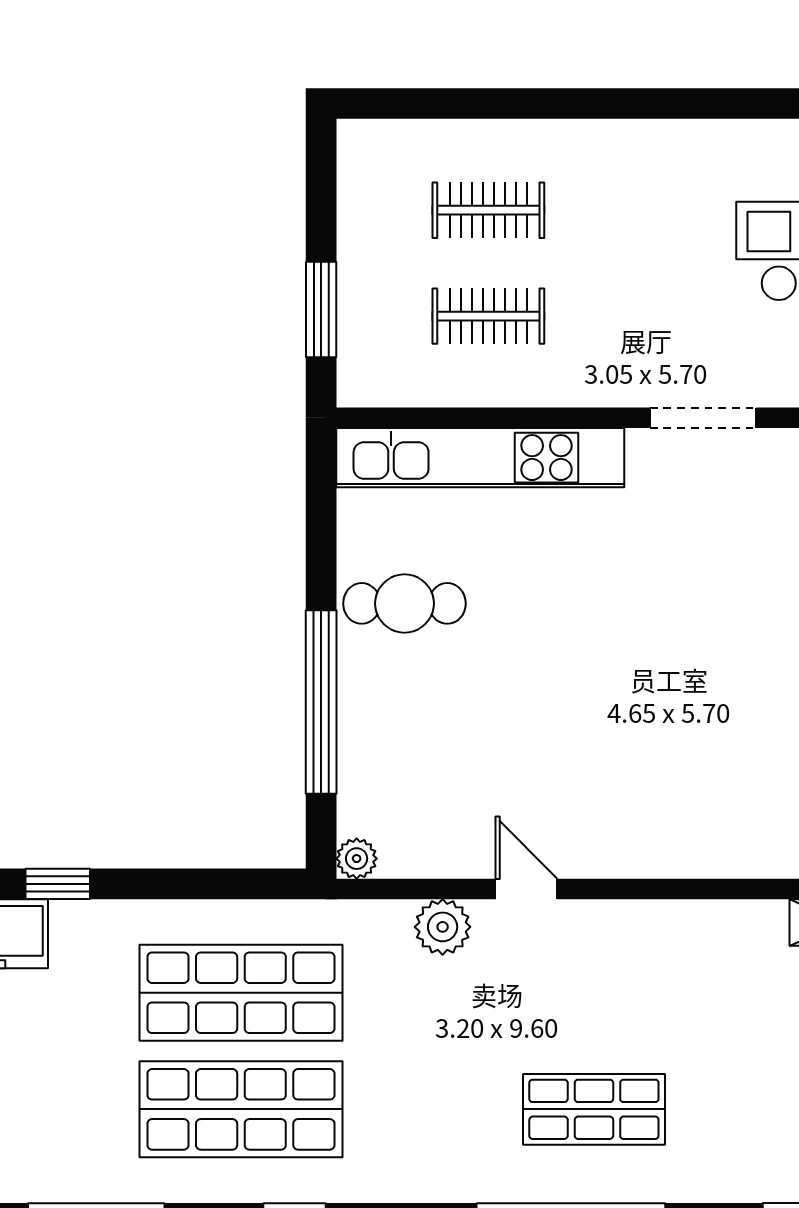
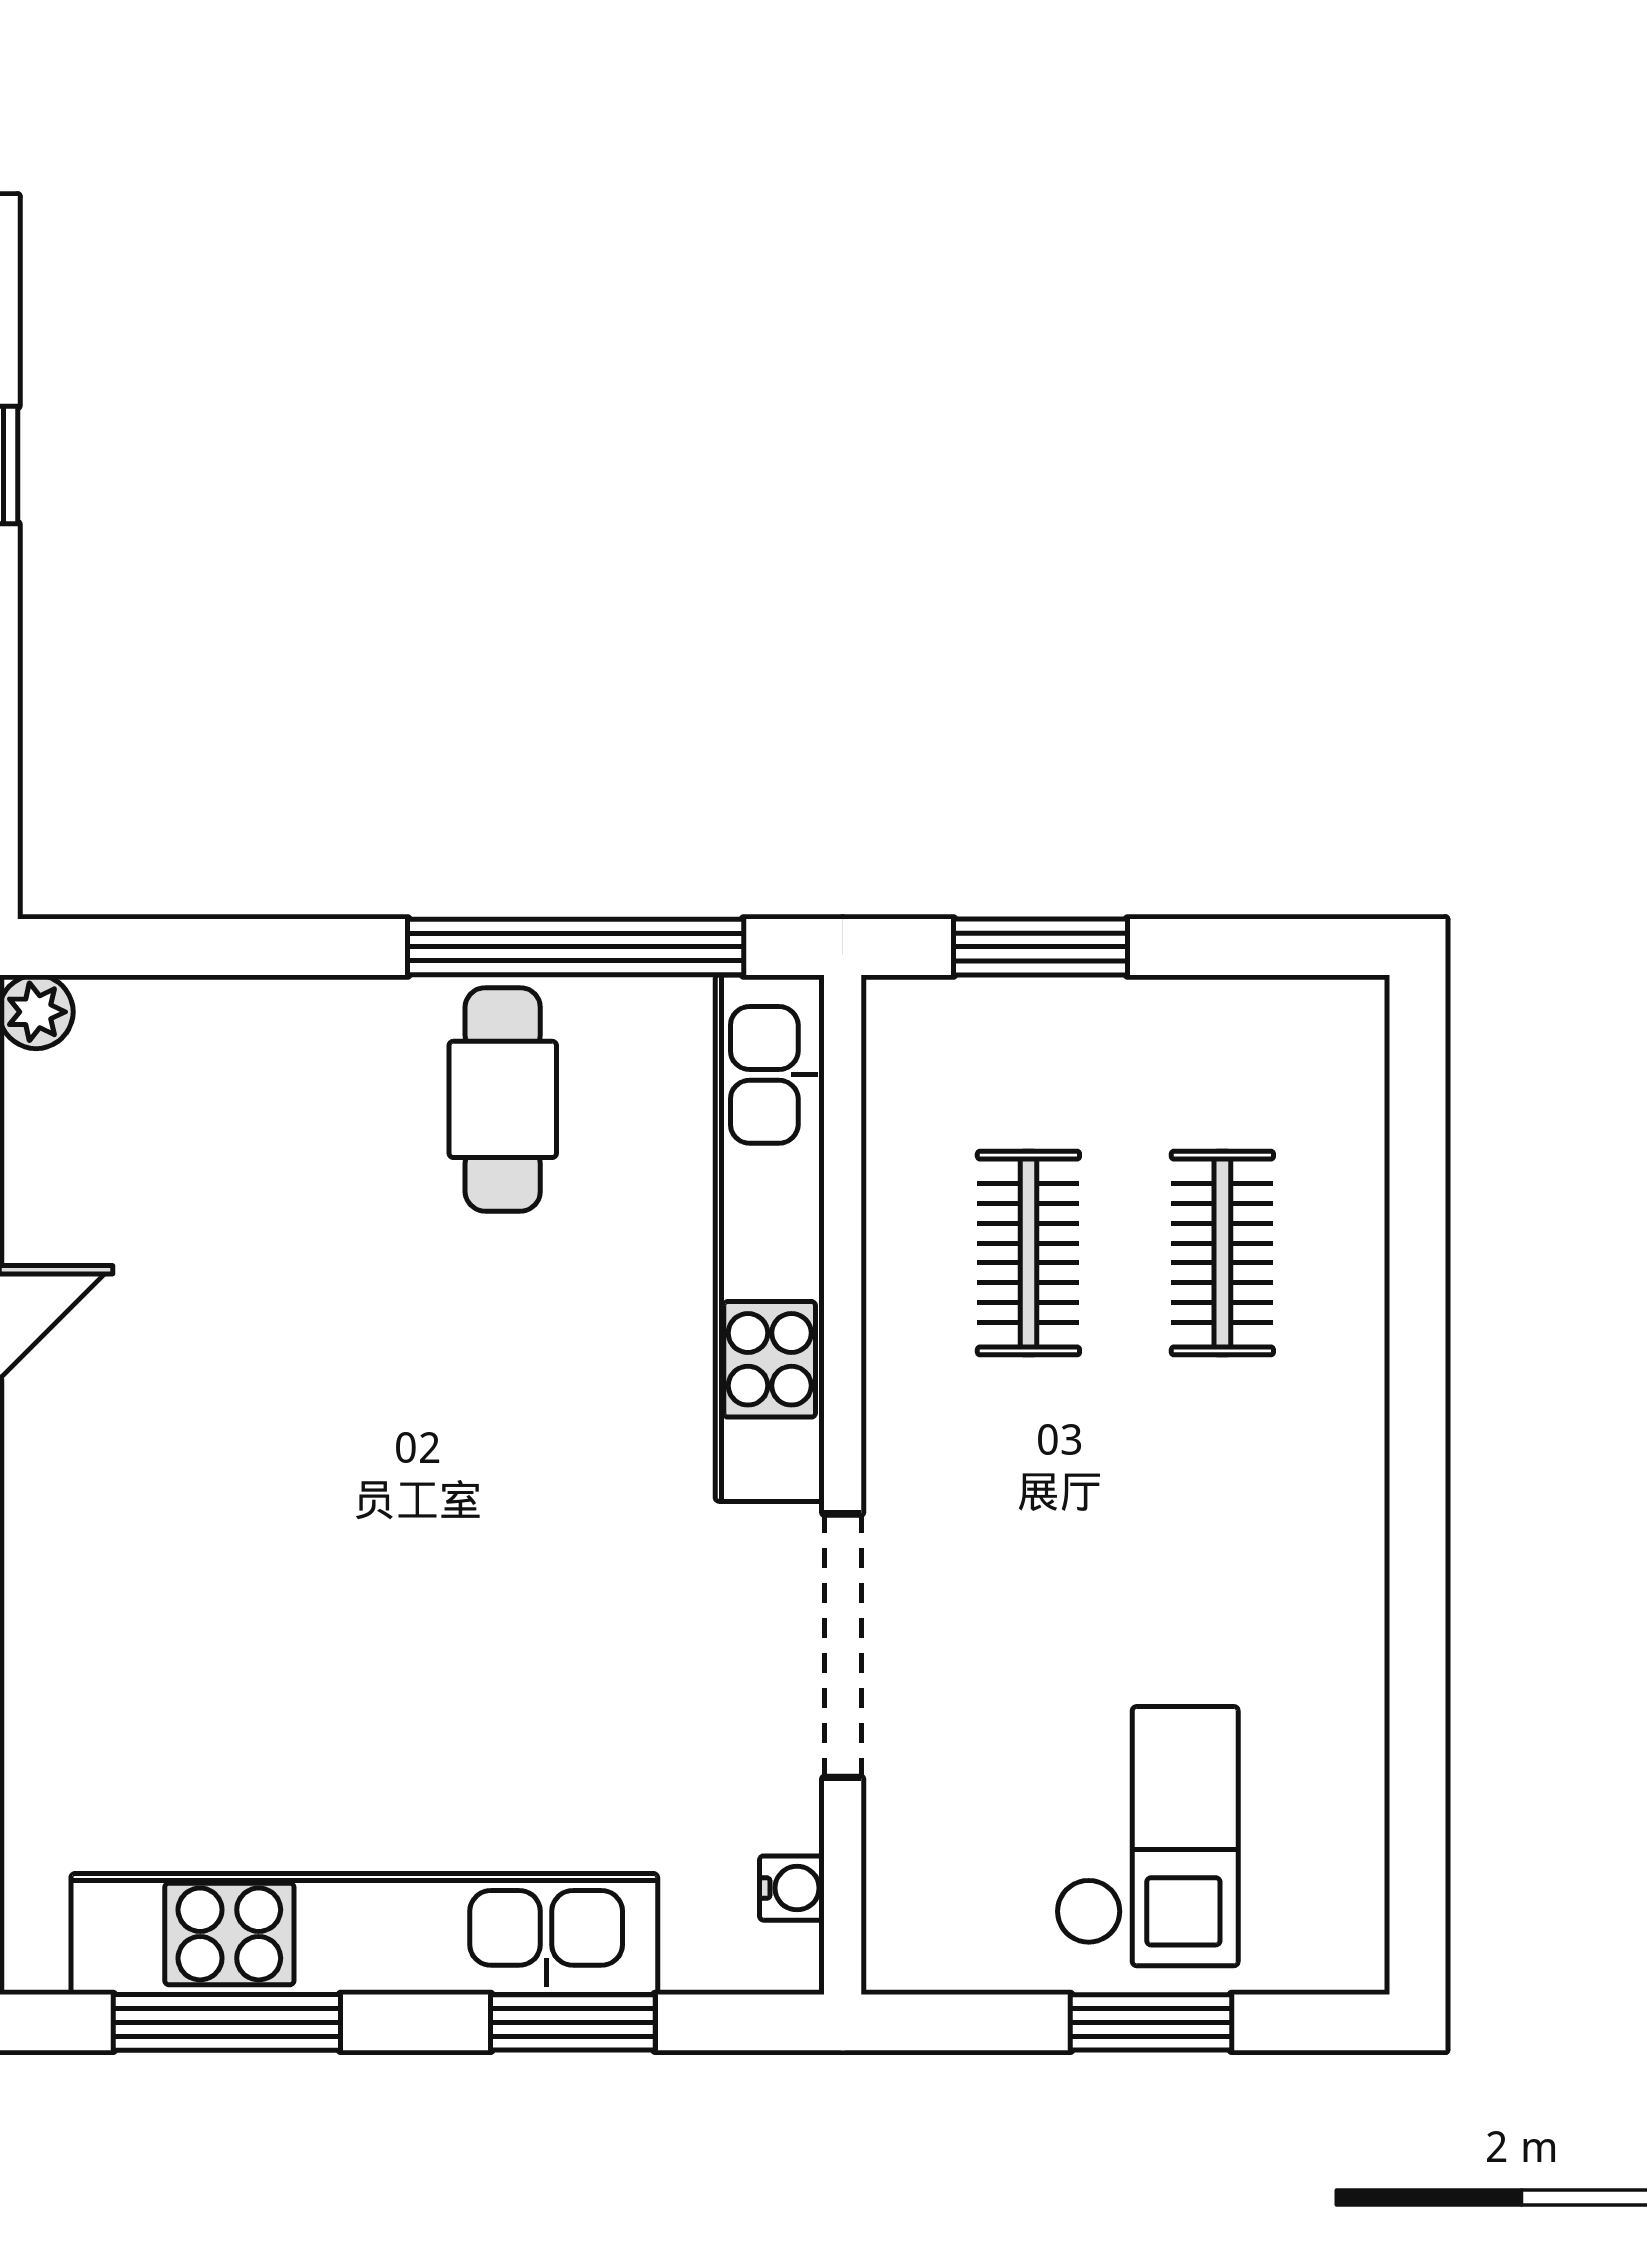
doorway: (703, 418) -> (843, 1646), width x1.36
window: (321, 702) -> (576, 947), moved

